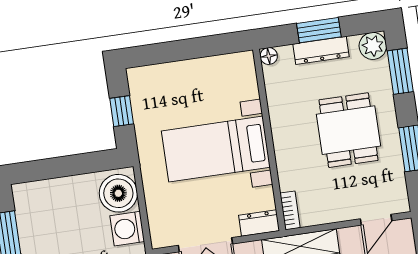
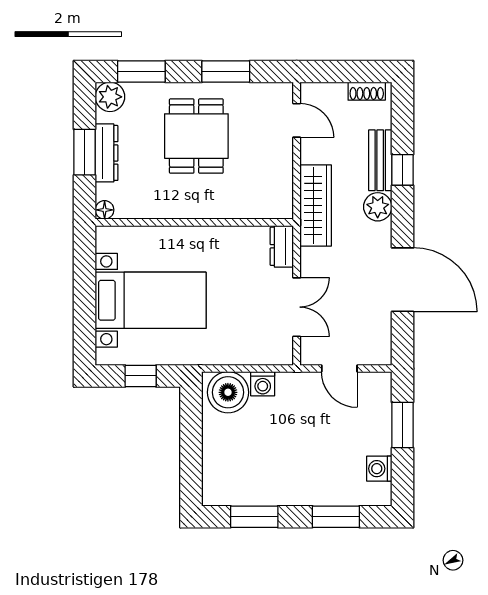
dining table: (348, 130) -> (196, 136), turned 90
bed with nightstands: (216, 149) -> (151, 300), moved, turned -90
bookcase: (290, 210) -> (273, 211), removed
washing machine: (127, 229) -> (263, 384), width x0.73, depth x0.73

